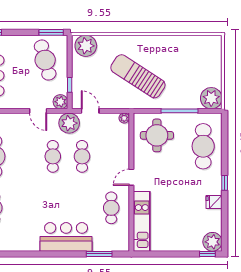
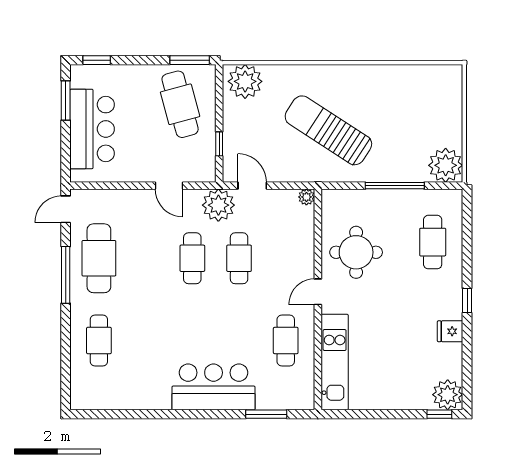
plant: (60, 102) -> (204, 171), removed
round table: (157, 135) -> (356, 252), moved
cafe table: (203, 146) -> (433, 242), width x0.73, depth x0.74

